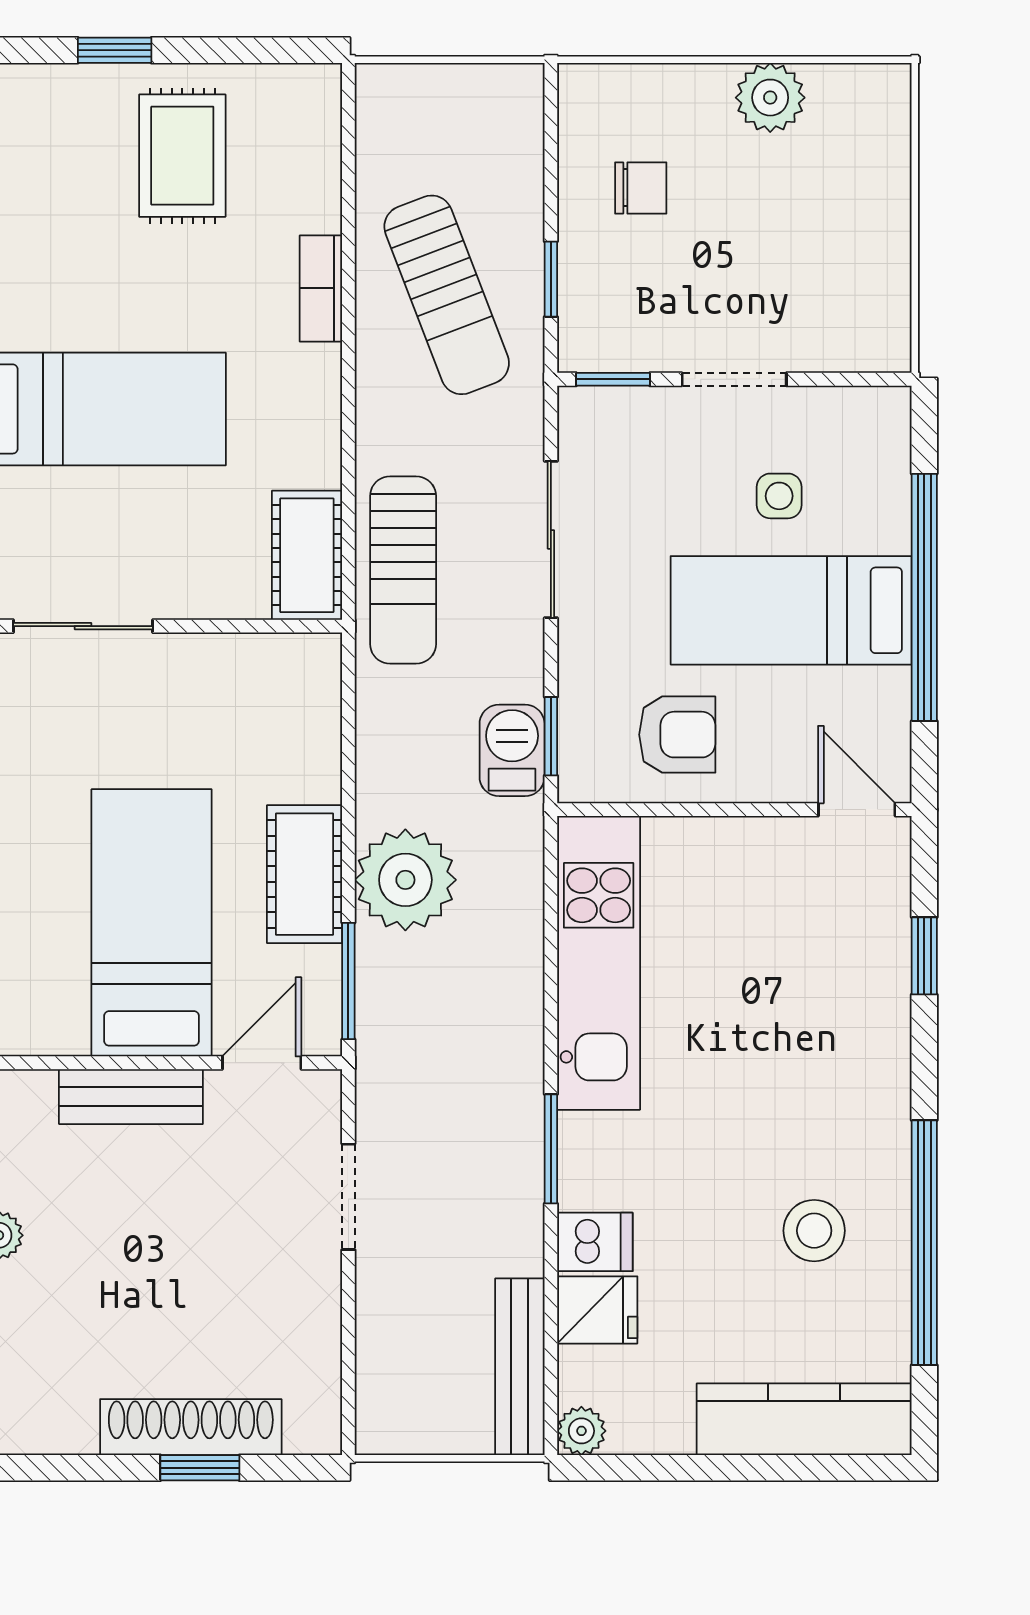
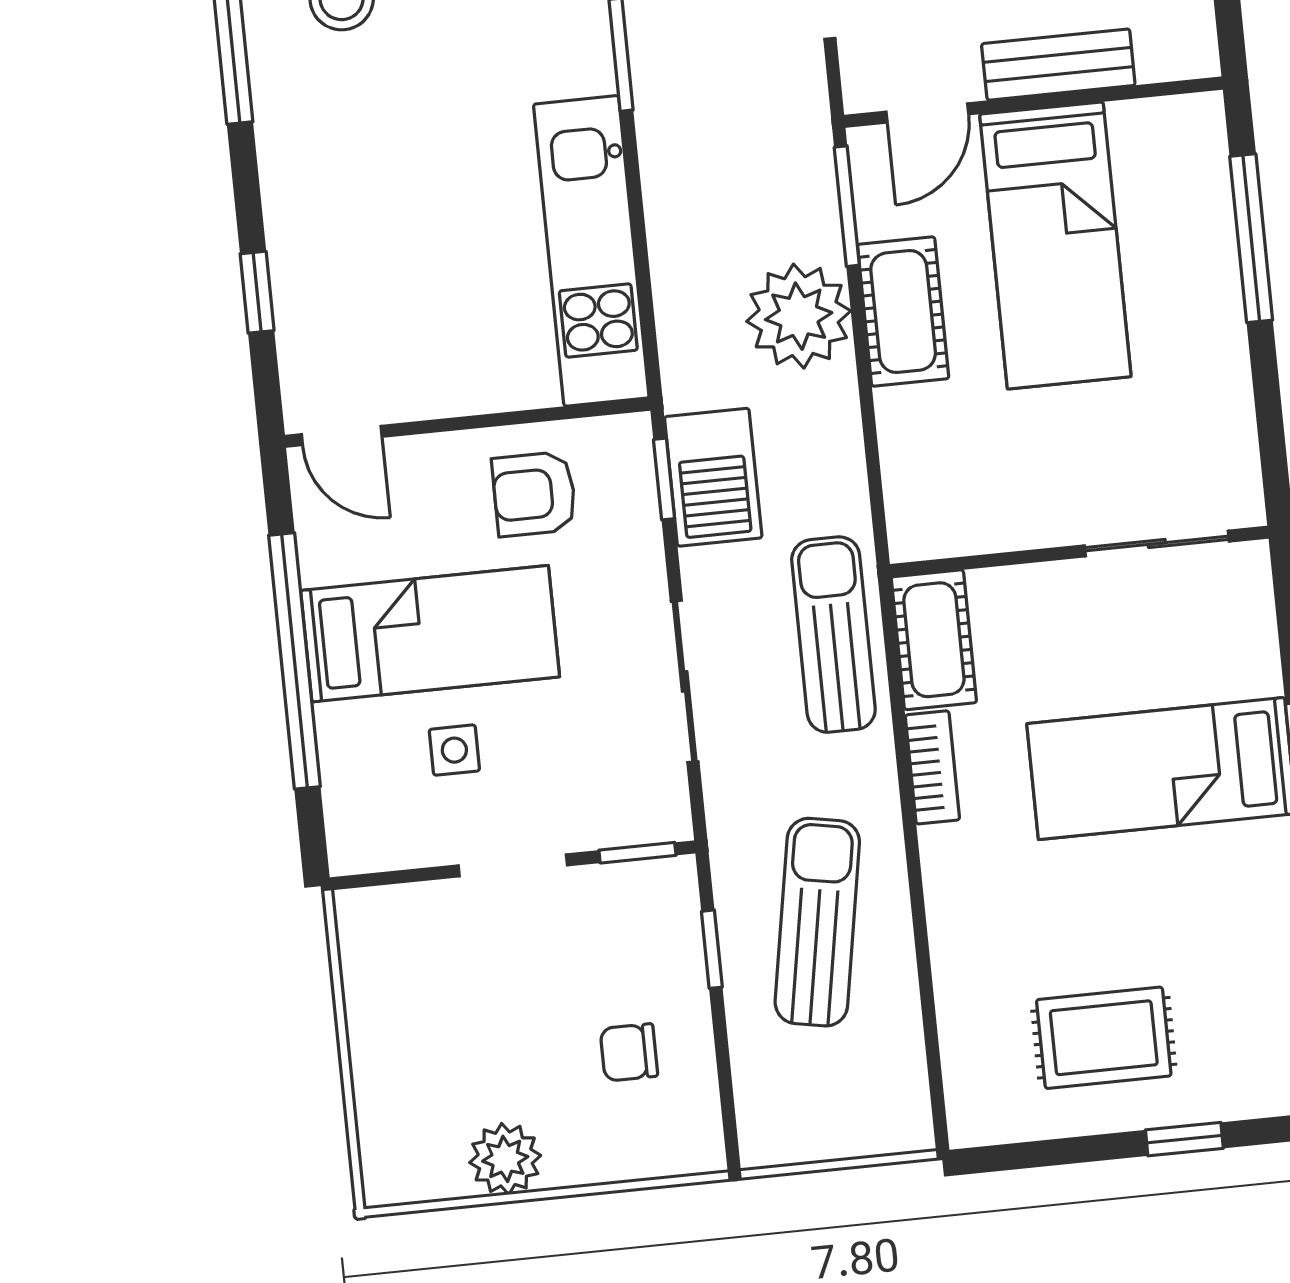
rug: (182, 156) -> (1104, 1038), turned 90
bookcase: (321, 288) -> (932, 767), moved
sun lounger: (447, 295) -> (817, 922), turned 31
barbecue: (512, 750) -> (713, 477), width x1.38, depth x1.27

